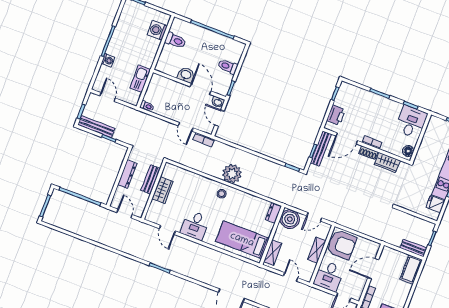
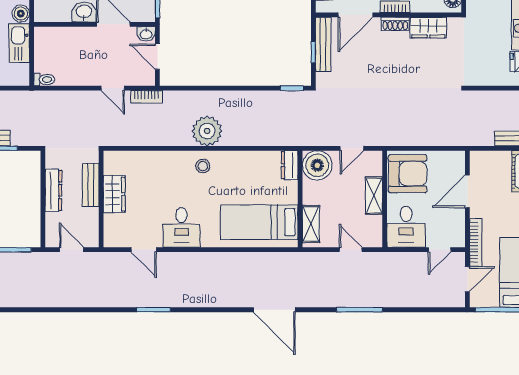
boiler: (148, 61) -> (21, 14), added

